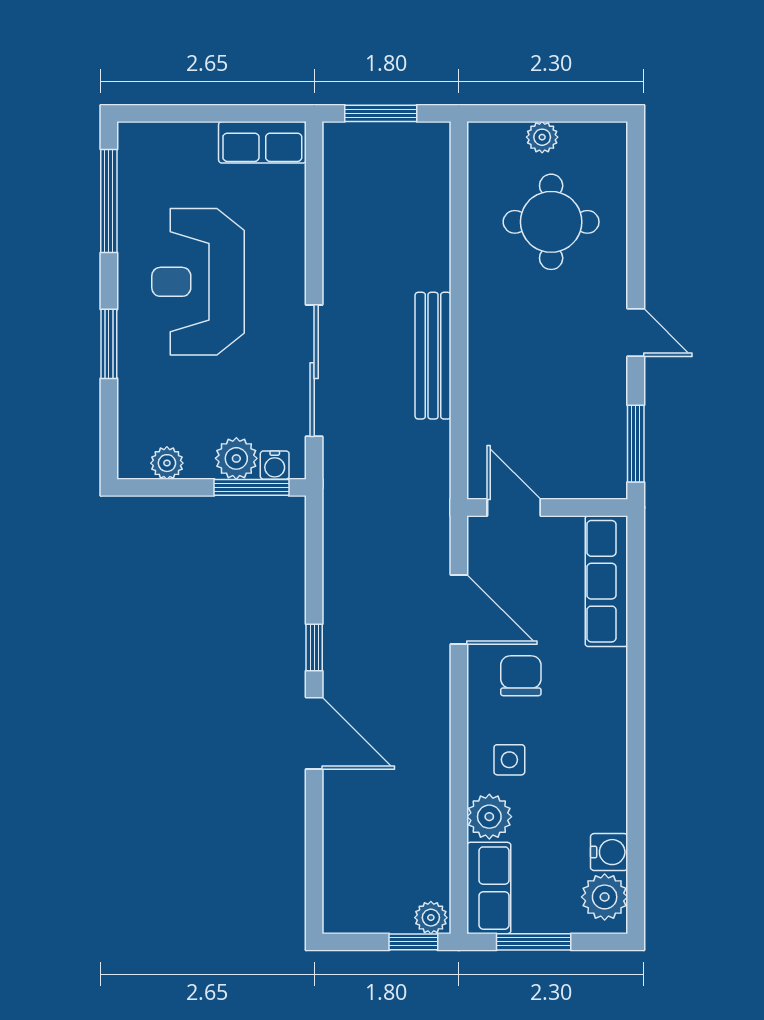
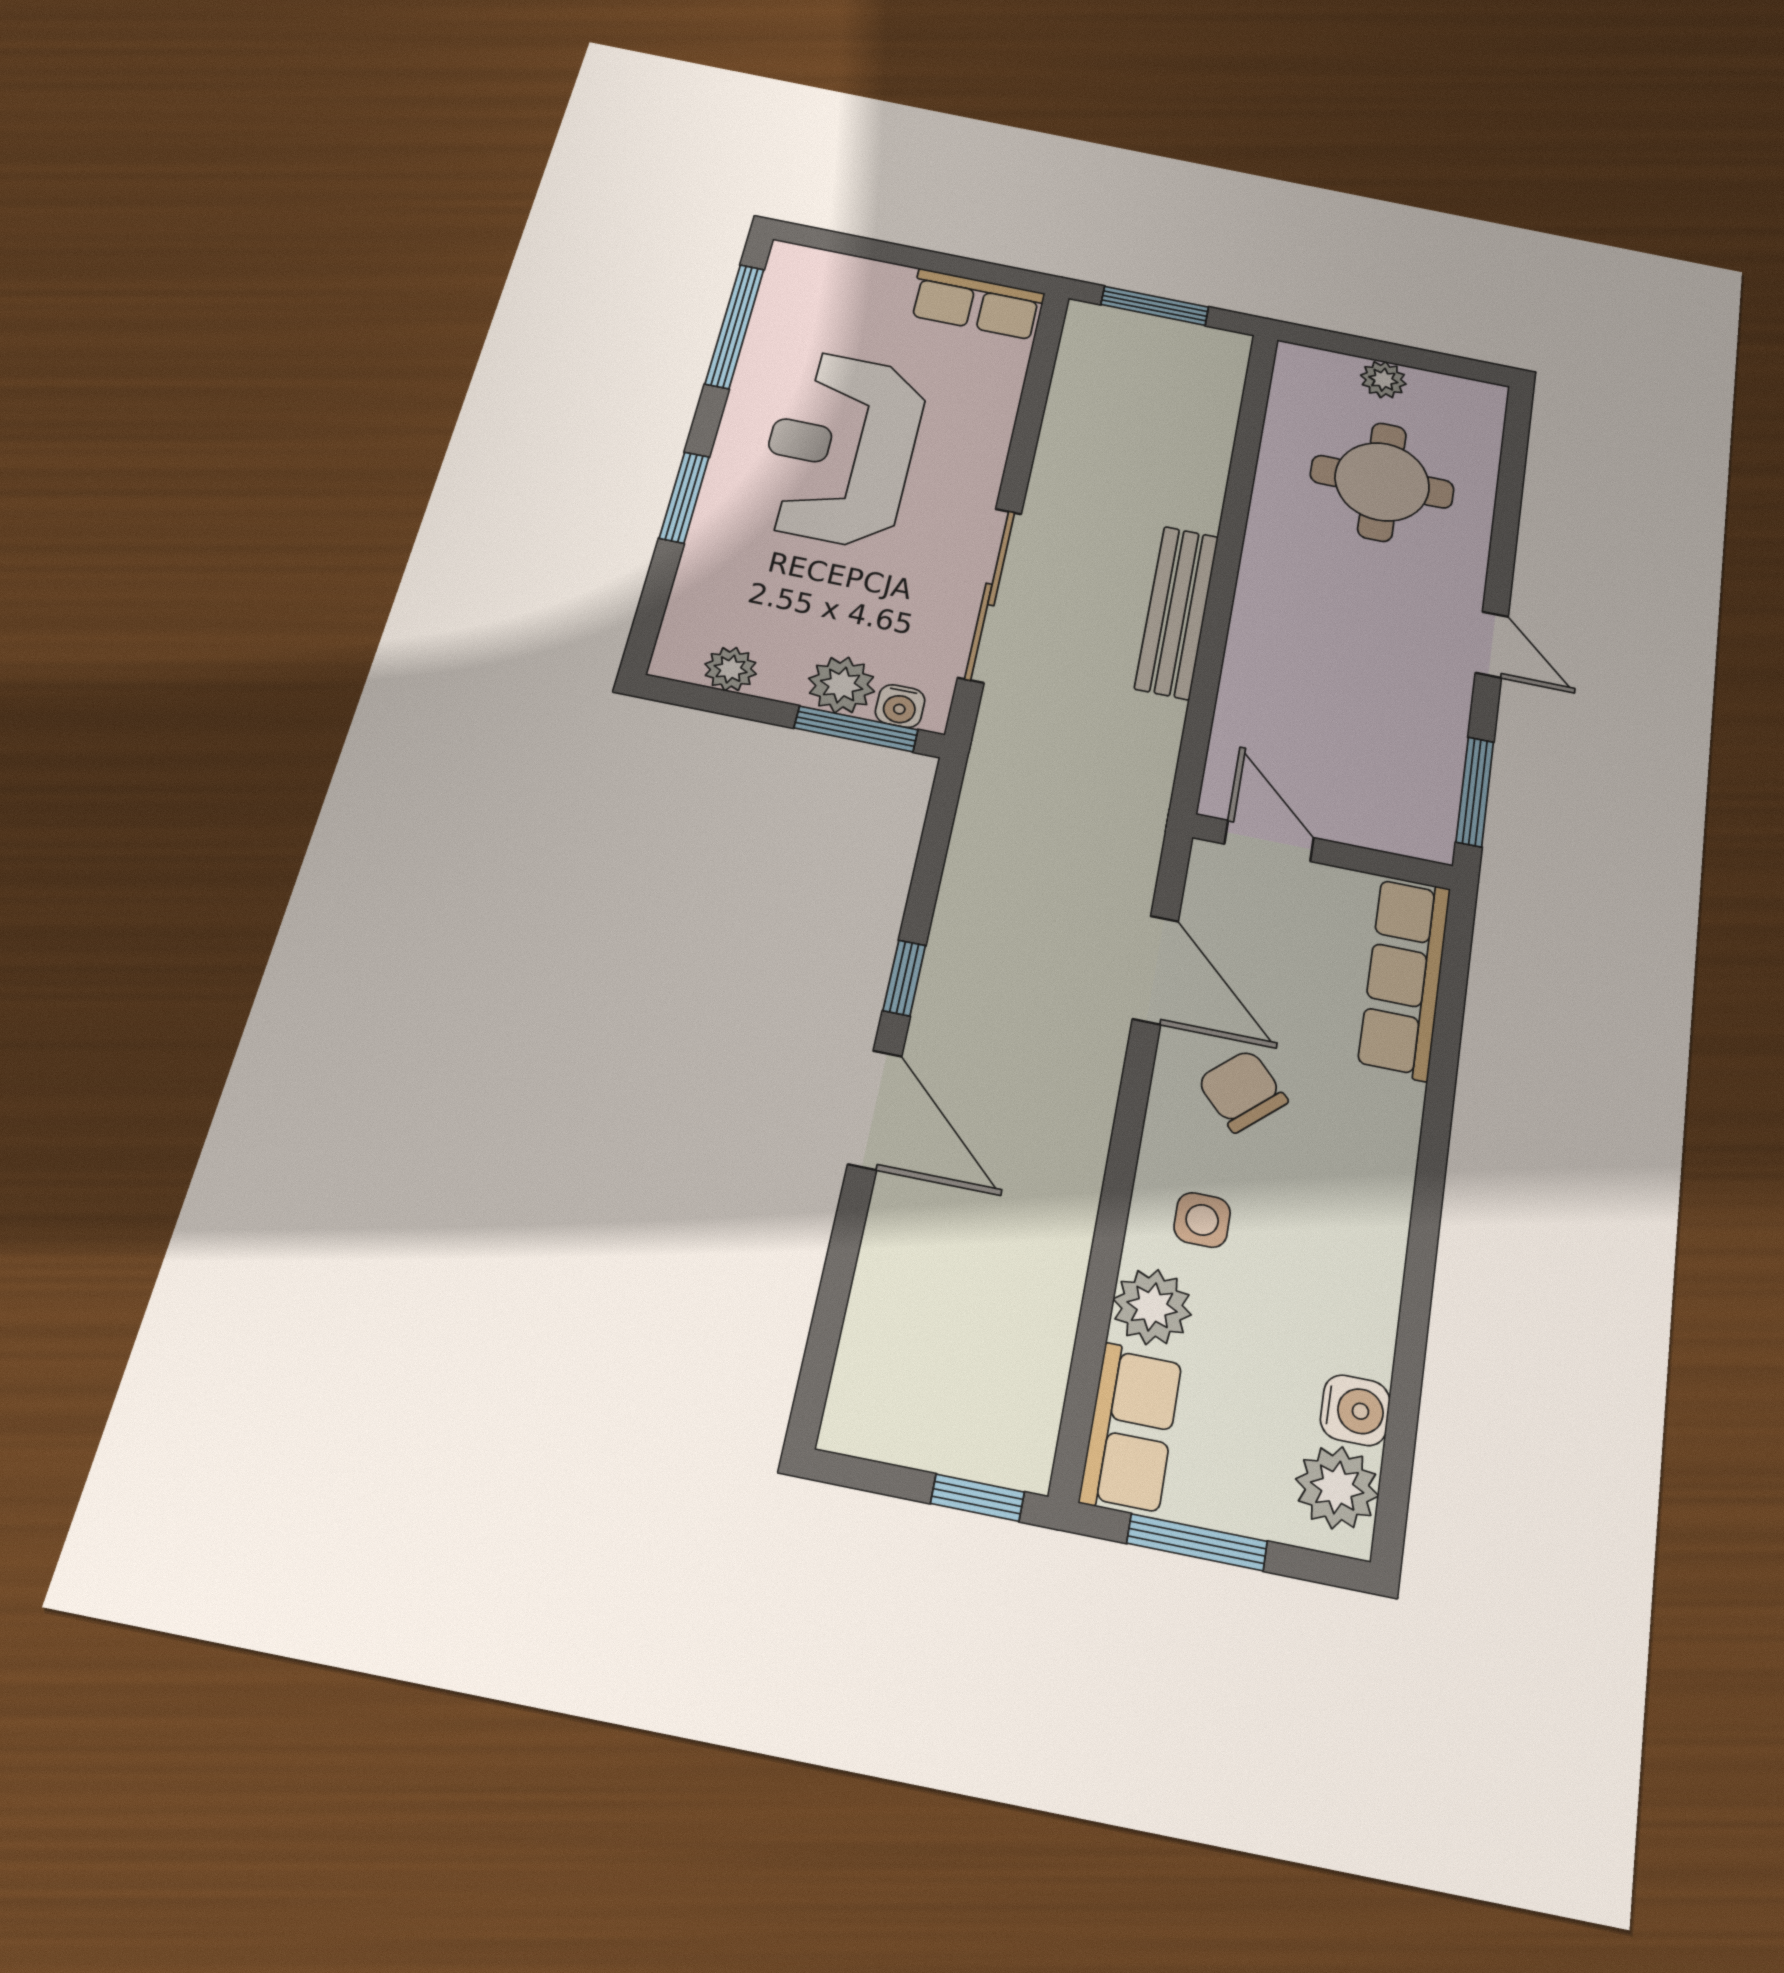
chair: (521, 676) -> (1242, 1091), turned -43
plant: (431, 918) -> (1018, 1461), removed

